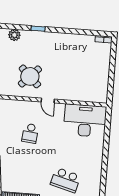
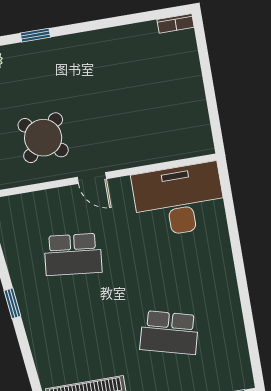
school desk: (30, 133) -> (73, 254), width x1.85

